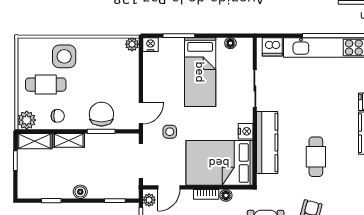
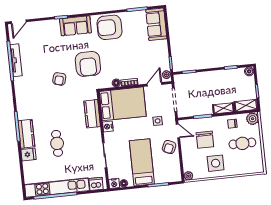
nightstand: (151, 45) -> (114, 183), moved
side table: (64, 56) -> (216, 163), moved
armchair: (157, 91) -> (169, 147), added
door: (141, 113) -> (178, 131), swing flipped
chair: (101, 114) -> (205, 140), moved
kitchen counter: (267, 143) -> (92, 114), width x0.67
cafe table: (316, 157) -> (57, 143), moved
boiler: (80, 192) -> (249, 71), moved

